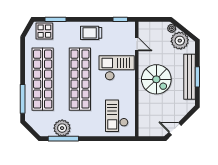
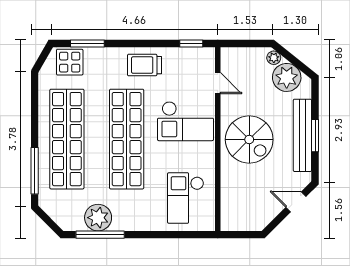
checkout: (117, 68) -> (185, 121), turned 180
door: (175, 129) -> (296, 202), moved

